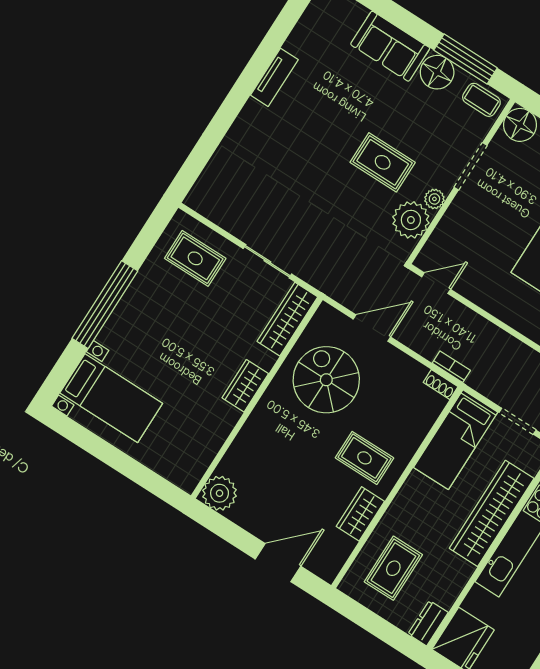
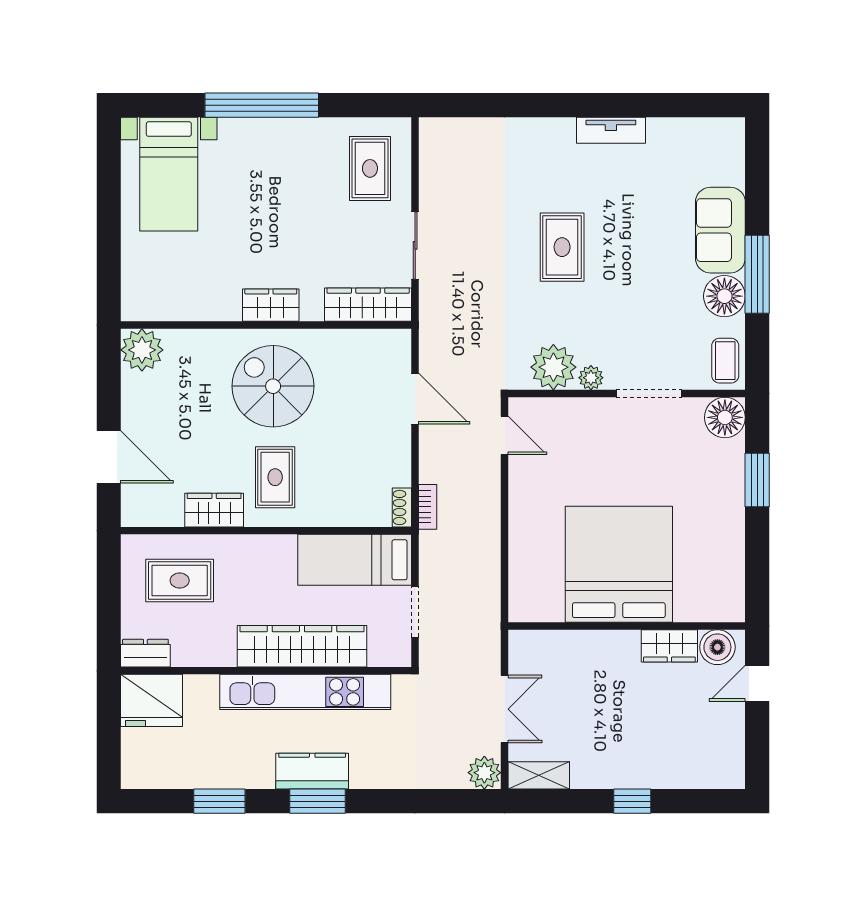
window: (466, 59) -> (757, 274), moved
rug: (383, 162) -> (562, 247), moved
spiral stairs: (326, 380) -> (273, 386), moved, turned -90

